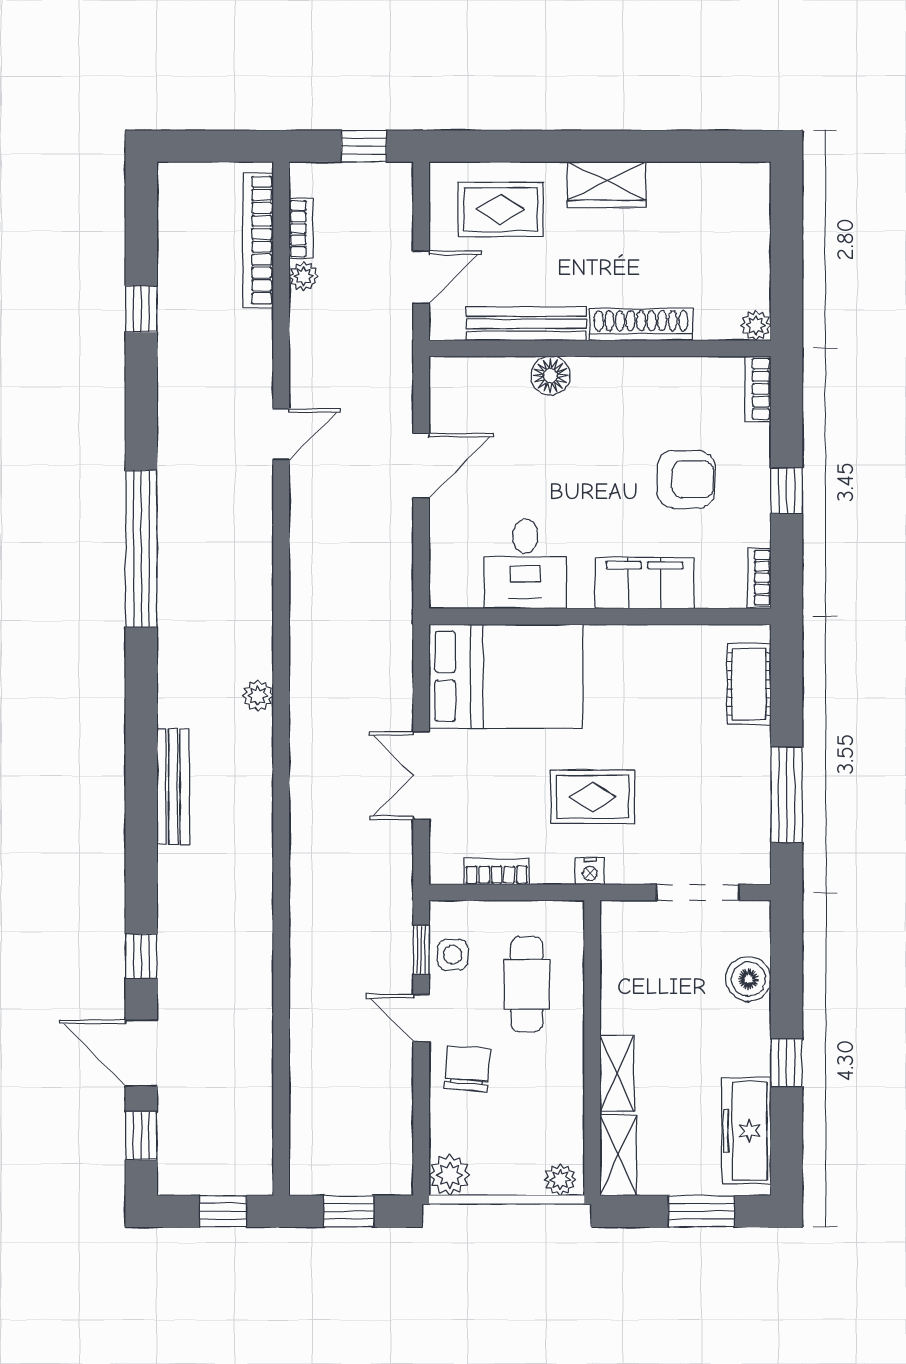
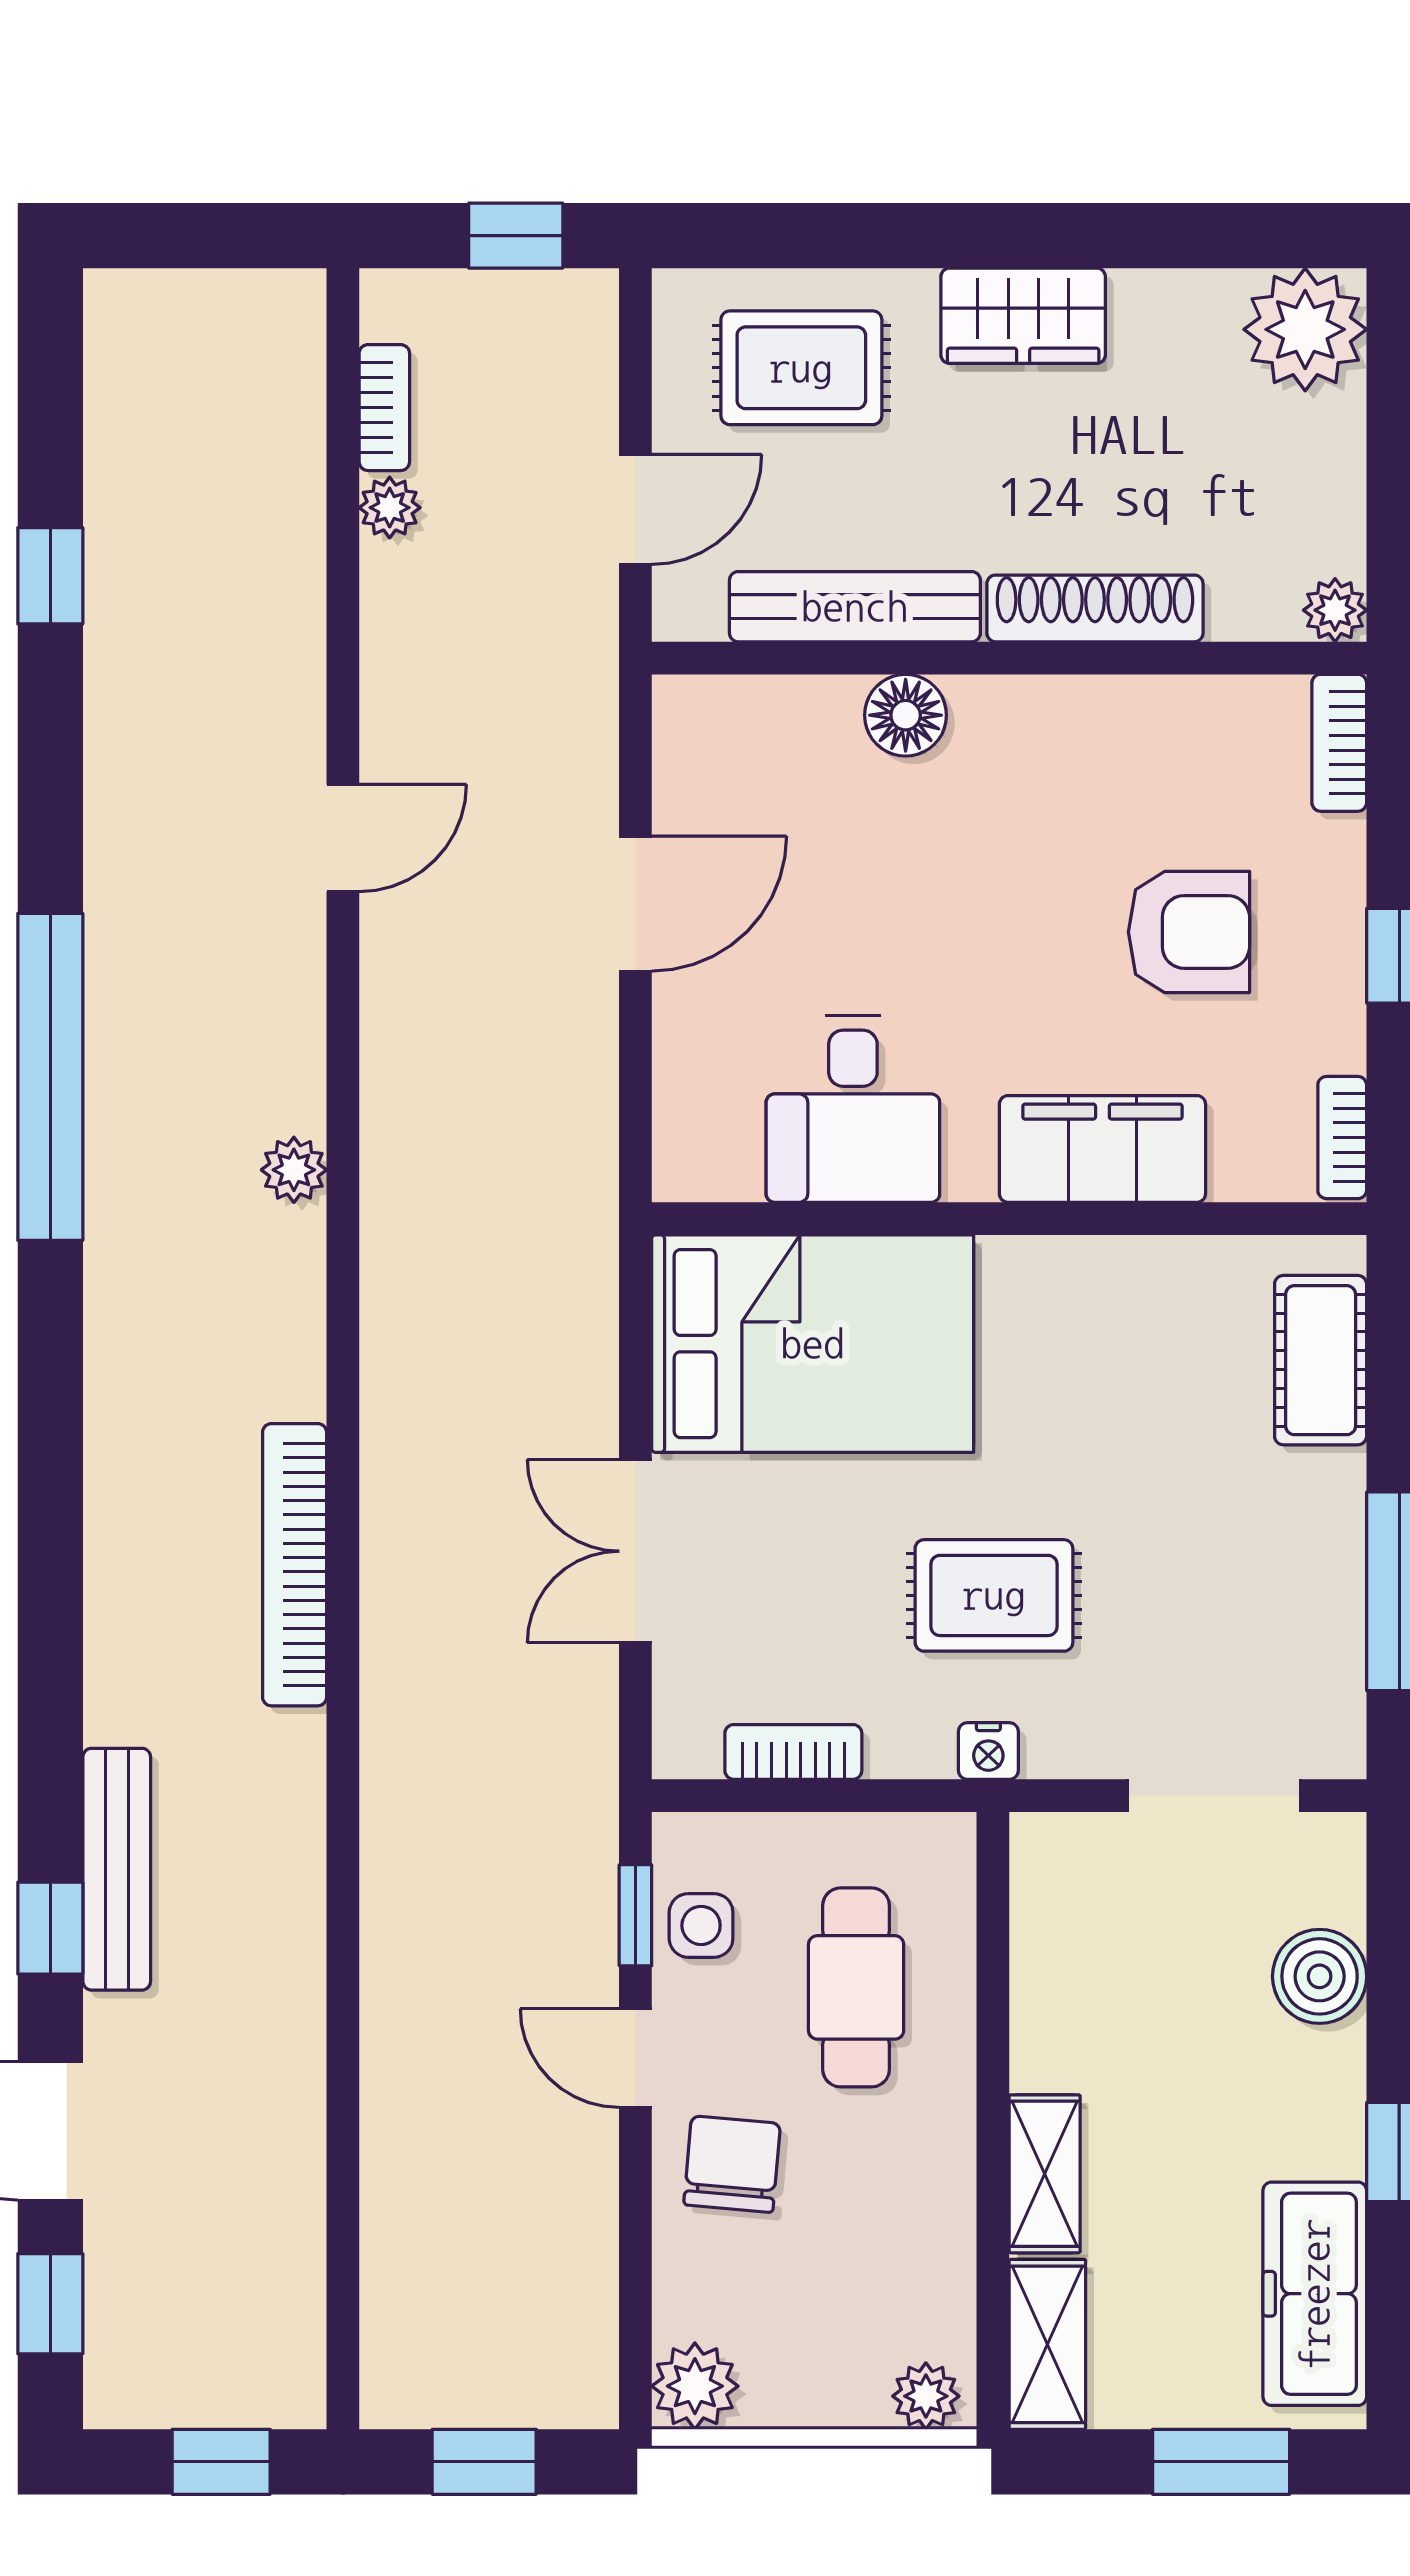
plant: (742, 191) -> (1305, 329), added
bookcase: (258, 240) -> (295, 1565), moved
plant: (258, 696) -> (294, 1170), moved
bench: (173, 786) -> (117, 1869), moved

